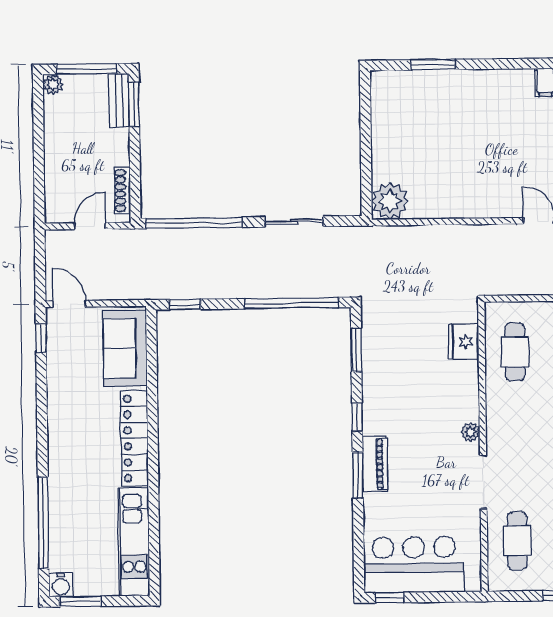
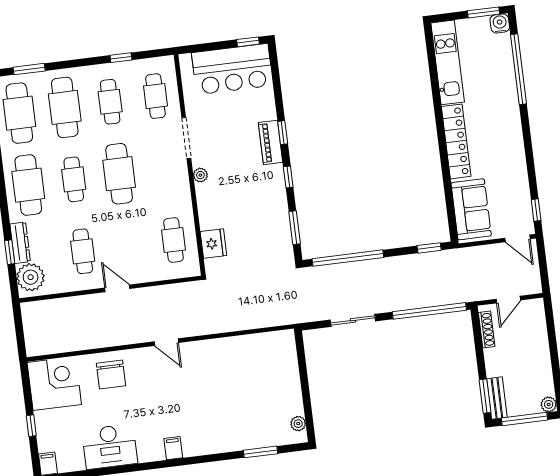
plant: (390, 201) -> (298, 424), moved, width x0.53, depth x0.53
window: (358, 475) -> (283, 133), width x0.67

